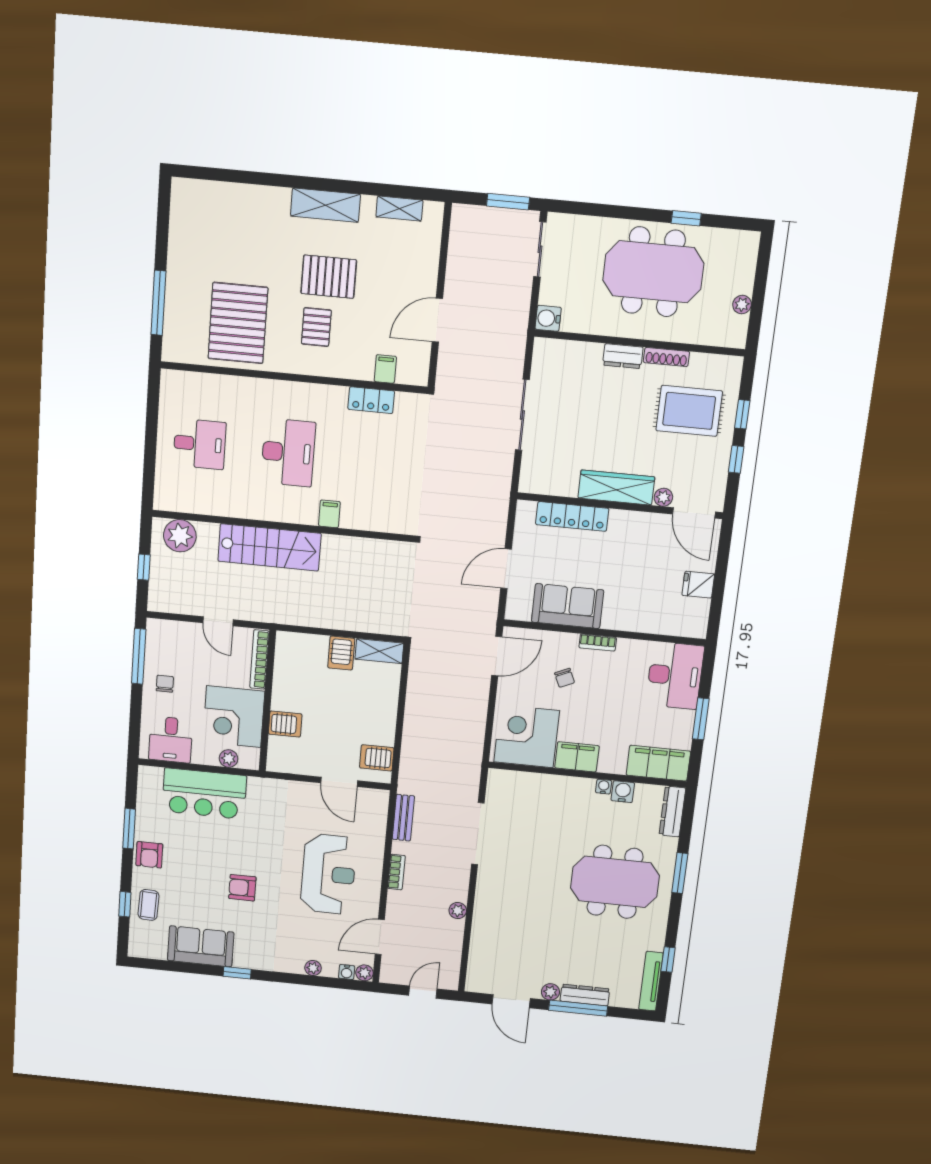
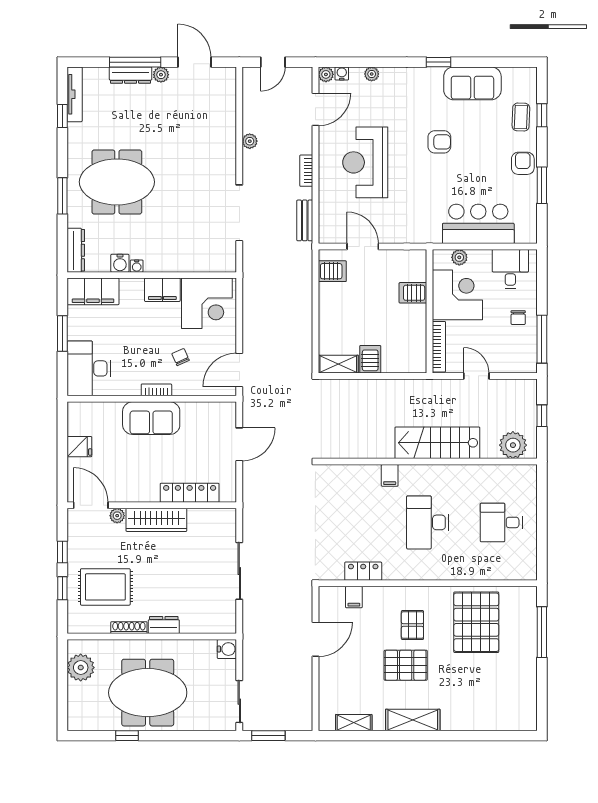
plant: (742, 305) -> (81, 668), width x1.88, depth x1.88
sofa: (568, 606) -> (151, 418), moved

